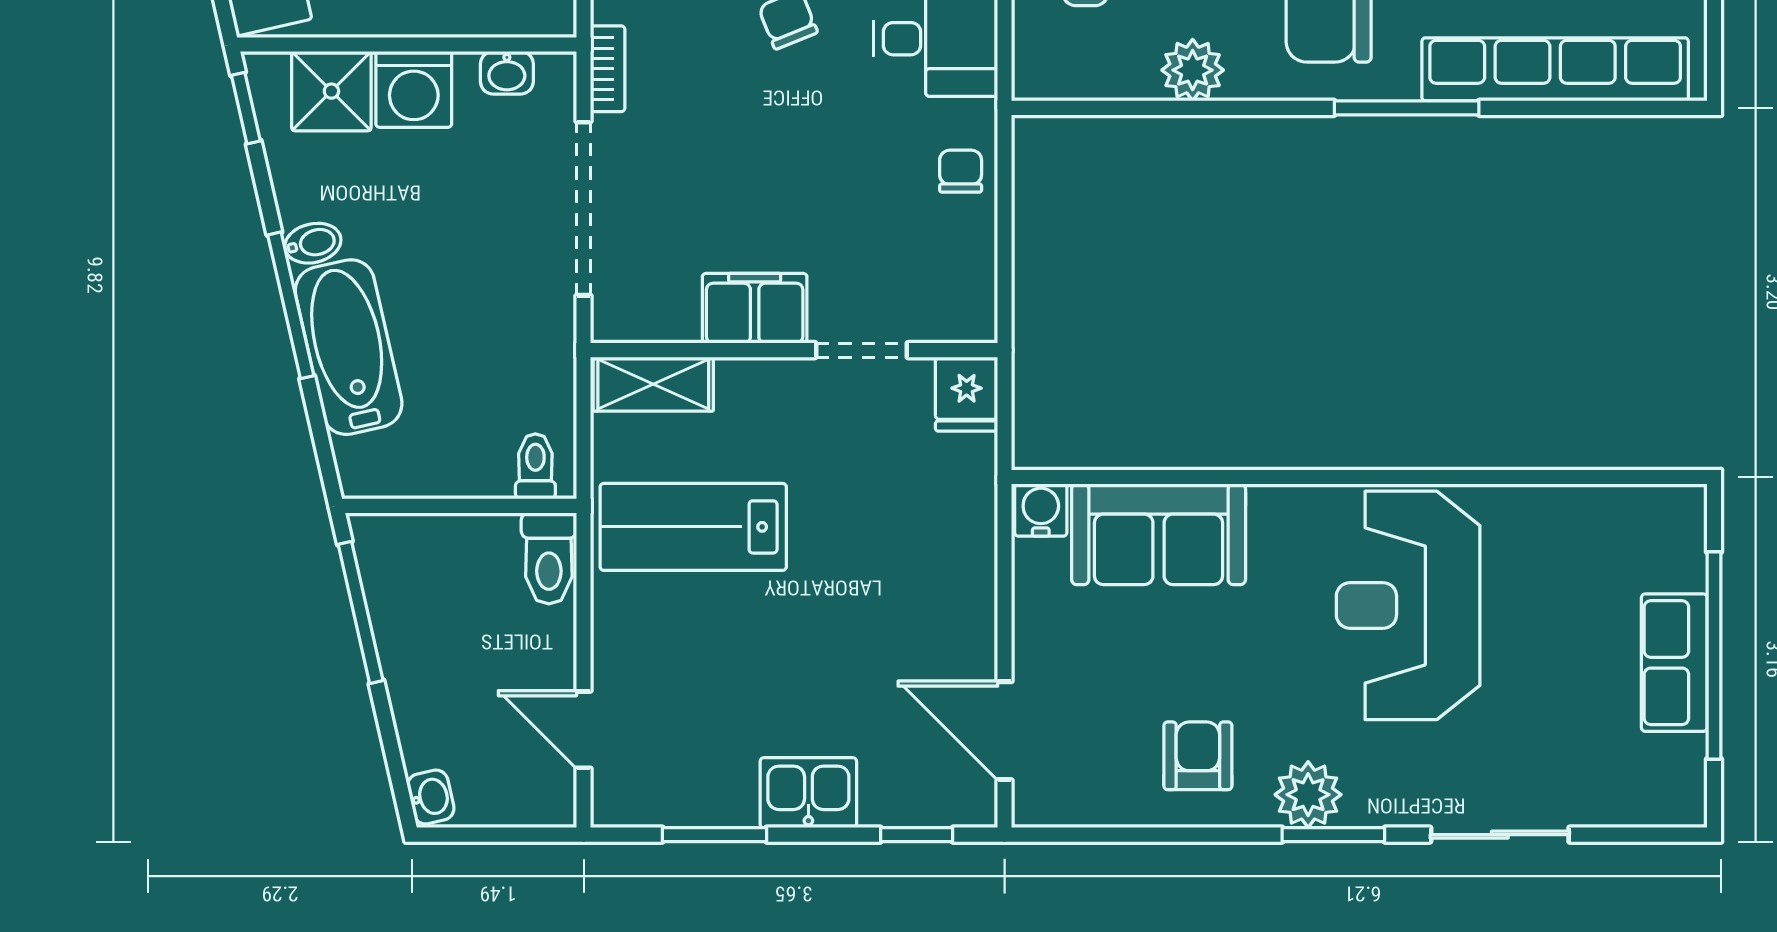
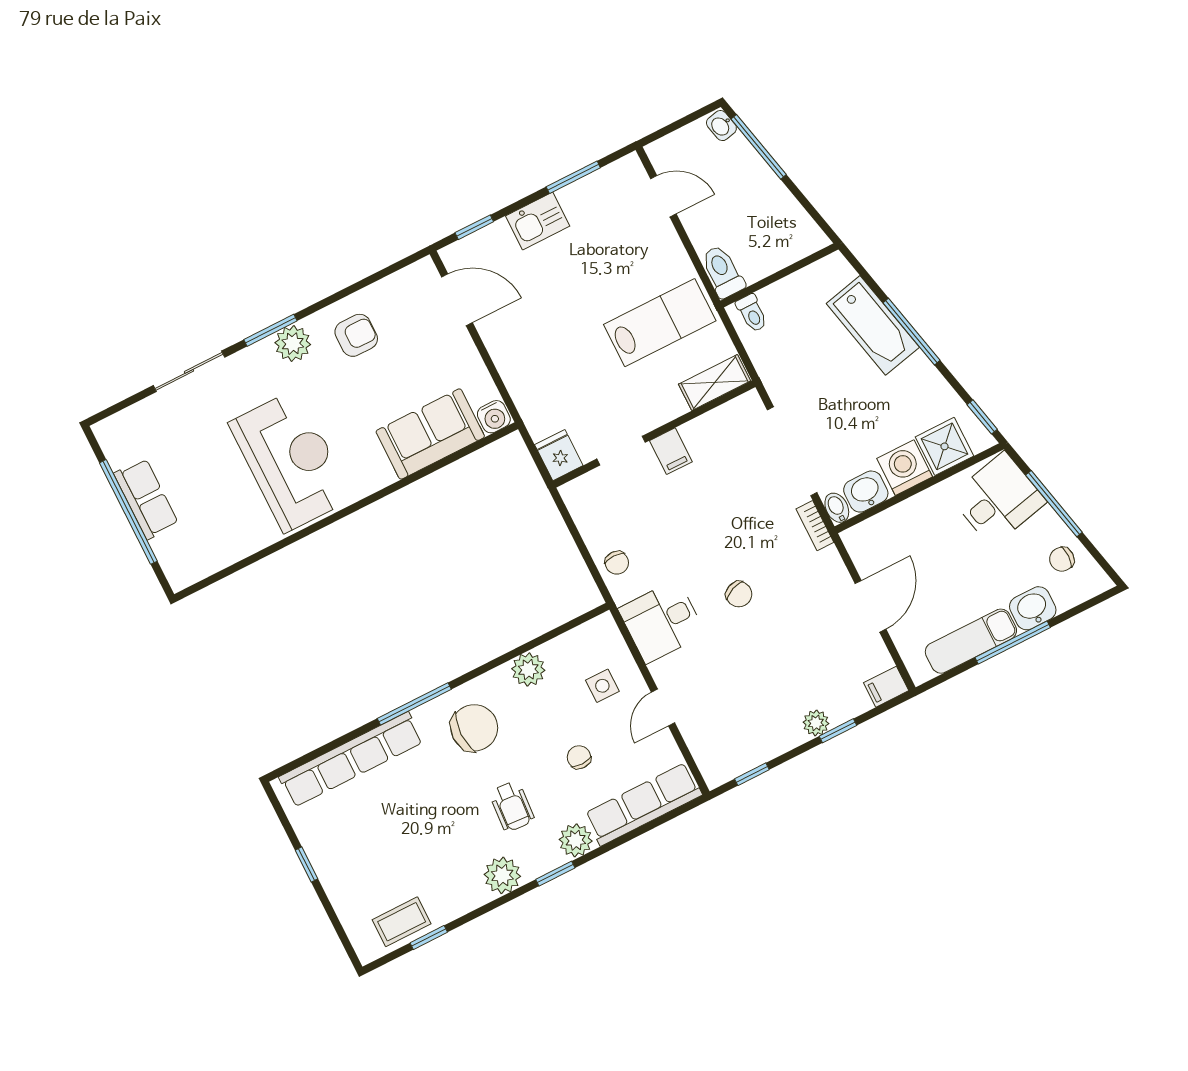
washbasin: (507, 73) -> (866, 492), width x1.38, depth x1.45
bidet: (313, 243) -> (837, 508), moved, turned 103
filing cabinet: (755, 308) -> (671, 451), width x0.50
window: (361, 612) -> (759, 147), moved
armchair: (1198, 756) -> (356, 335), turned -90

